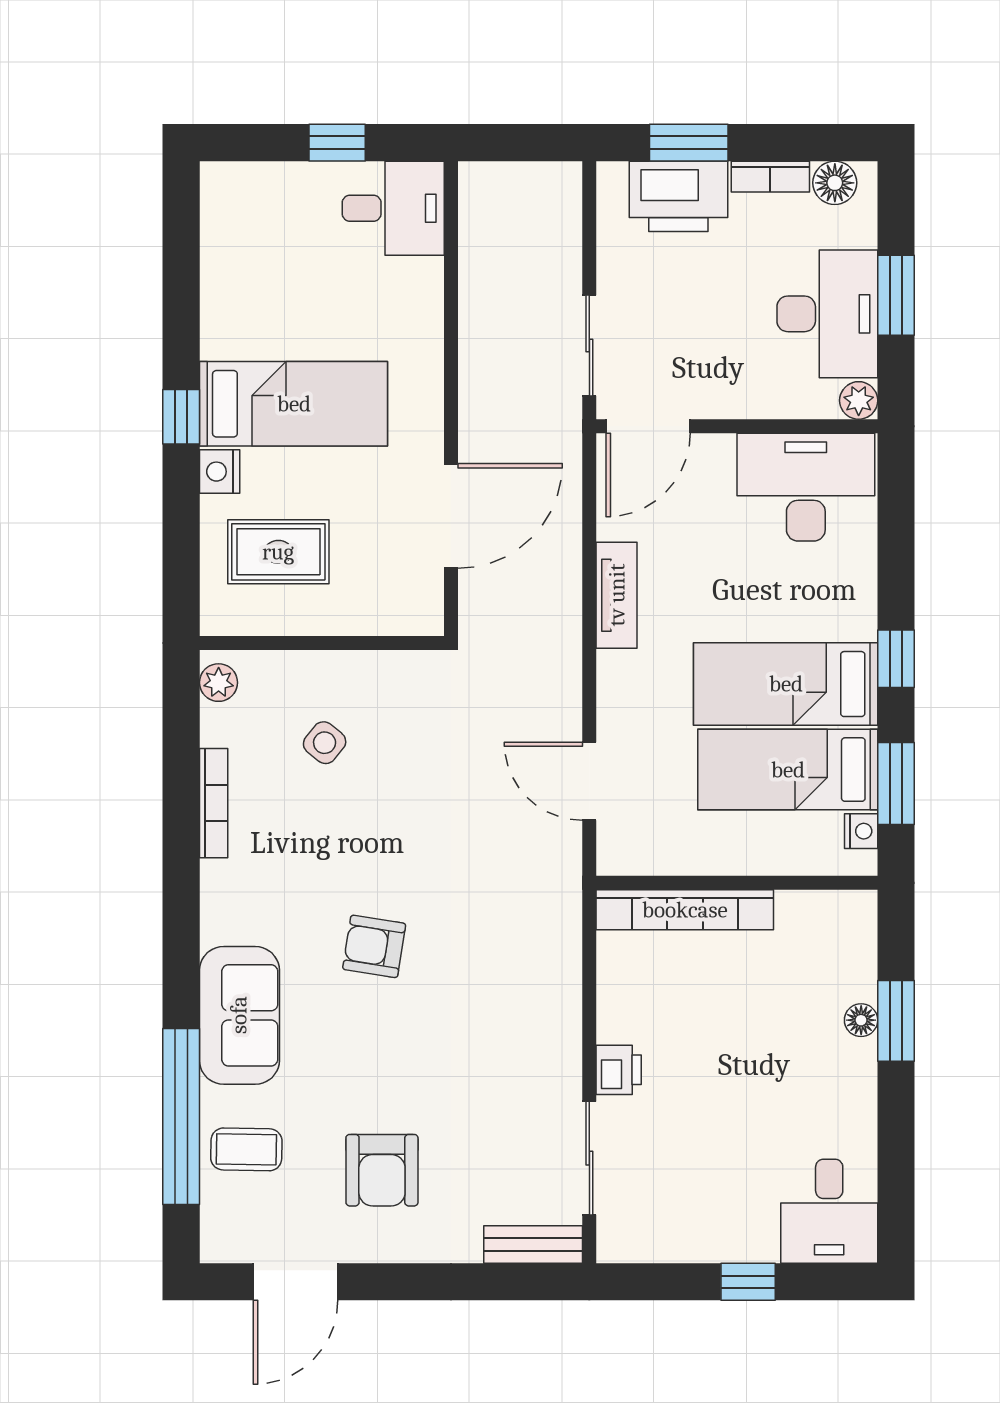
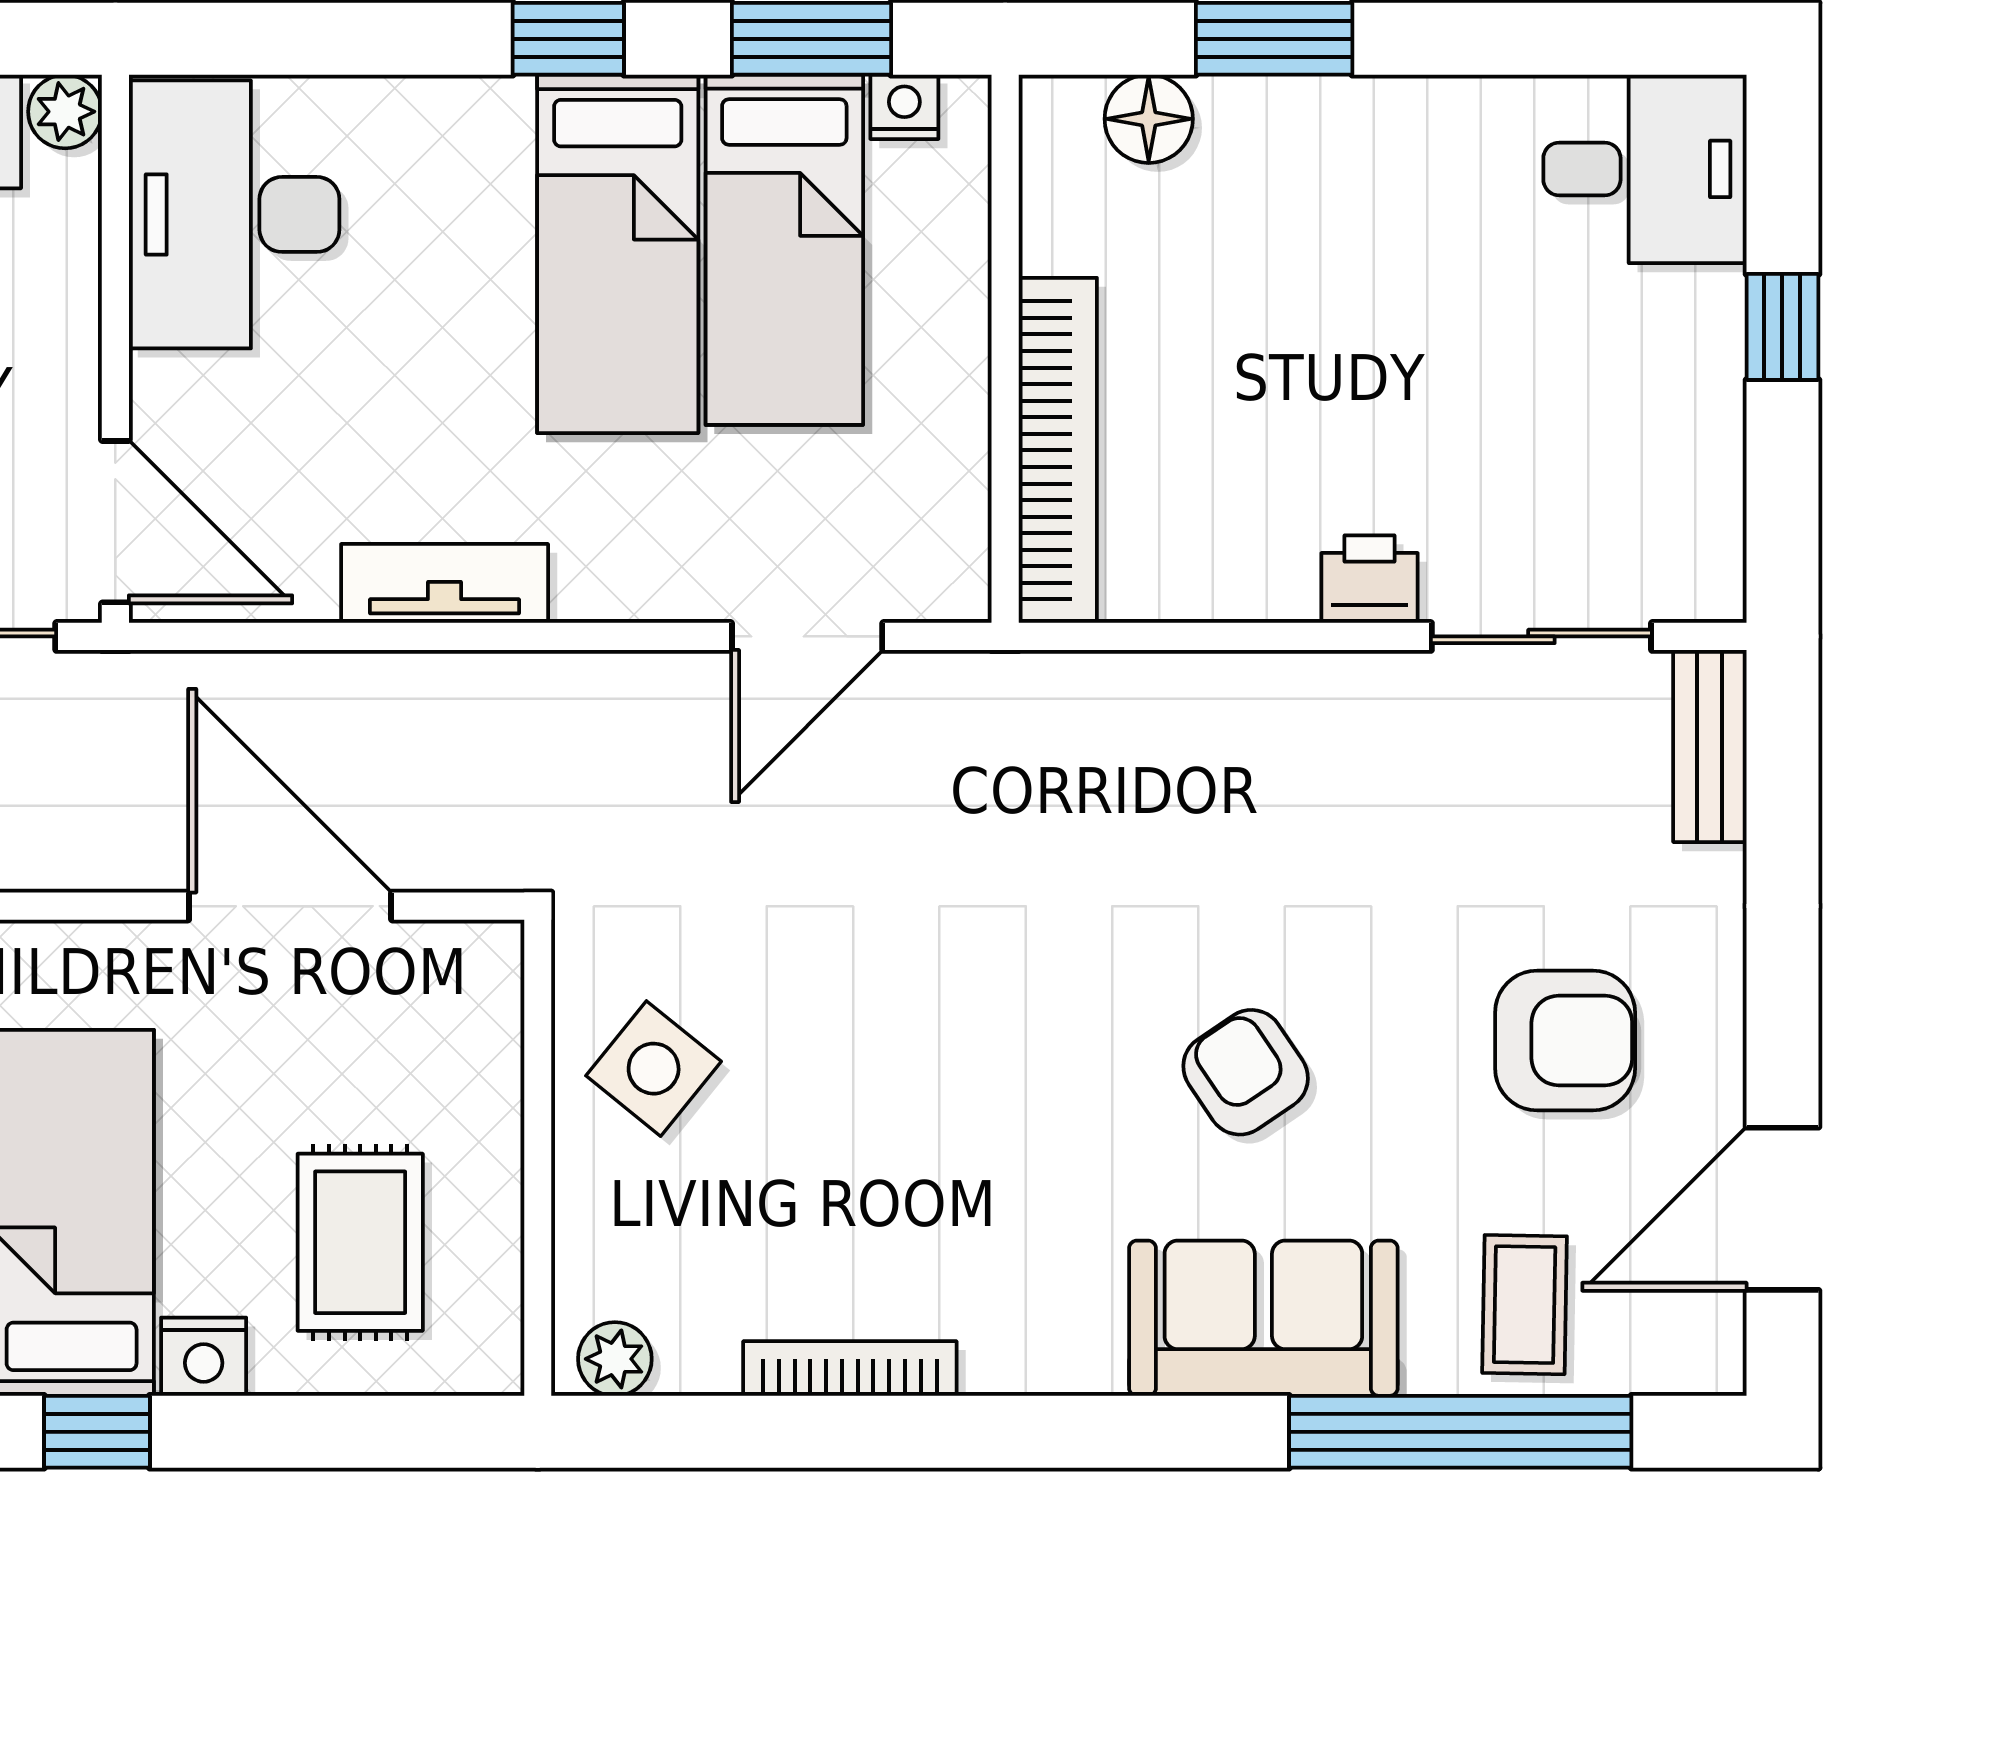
side table: (325, 743) -> (654, 1069), moved, width x1.37, depth x1.37
armchair: (374, 946) -> (1246, 1072), moved, turned 137
floor lamp: (861, 1020) -> (1149, 119), moved, width x1.37, depth x1.37
door: (296, 1282) -> (1782, 1209), swing flipped

